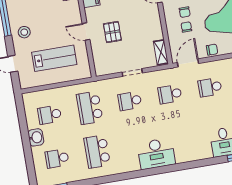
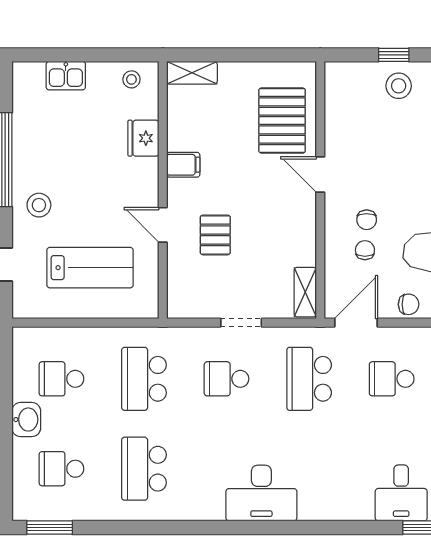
school desk: (170, 94) -> (309, 379), width x1.85

